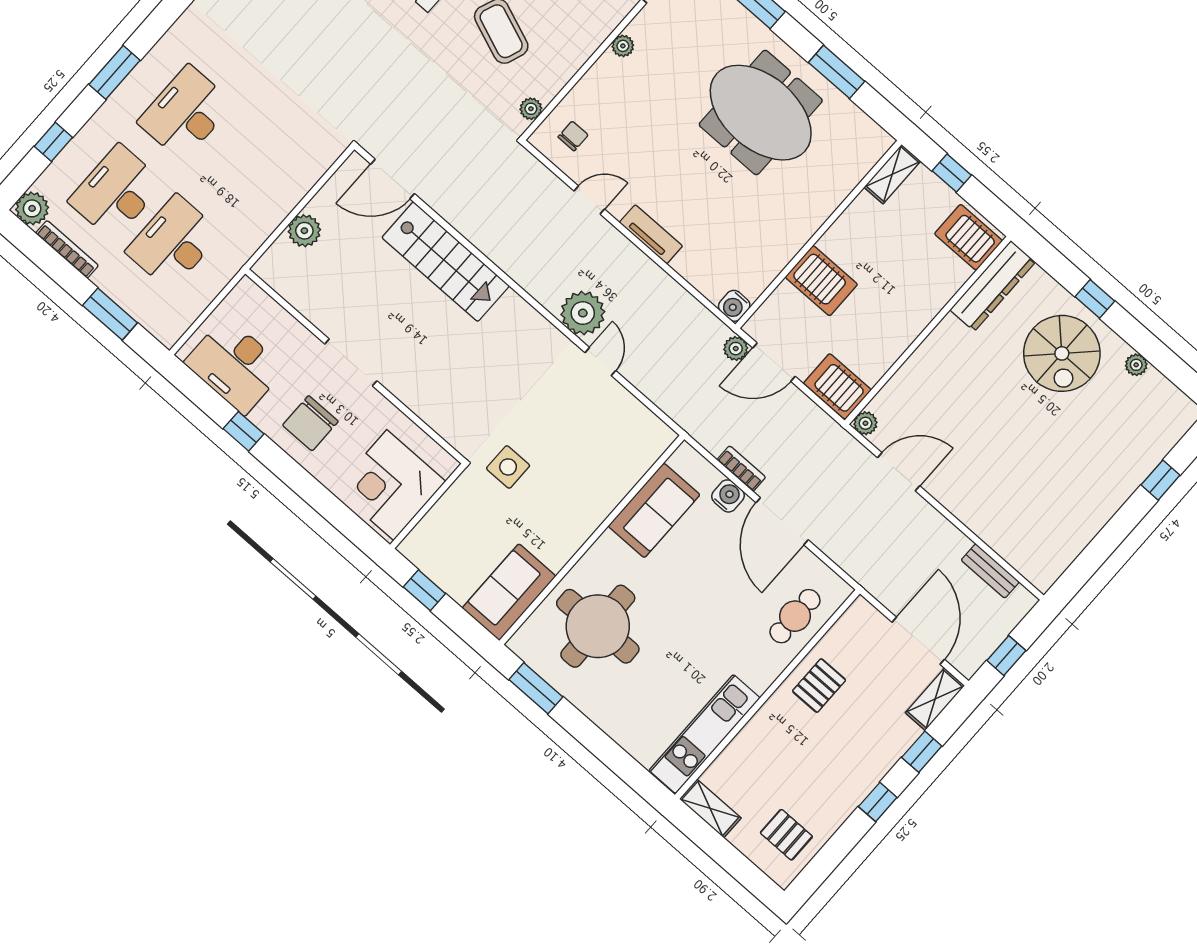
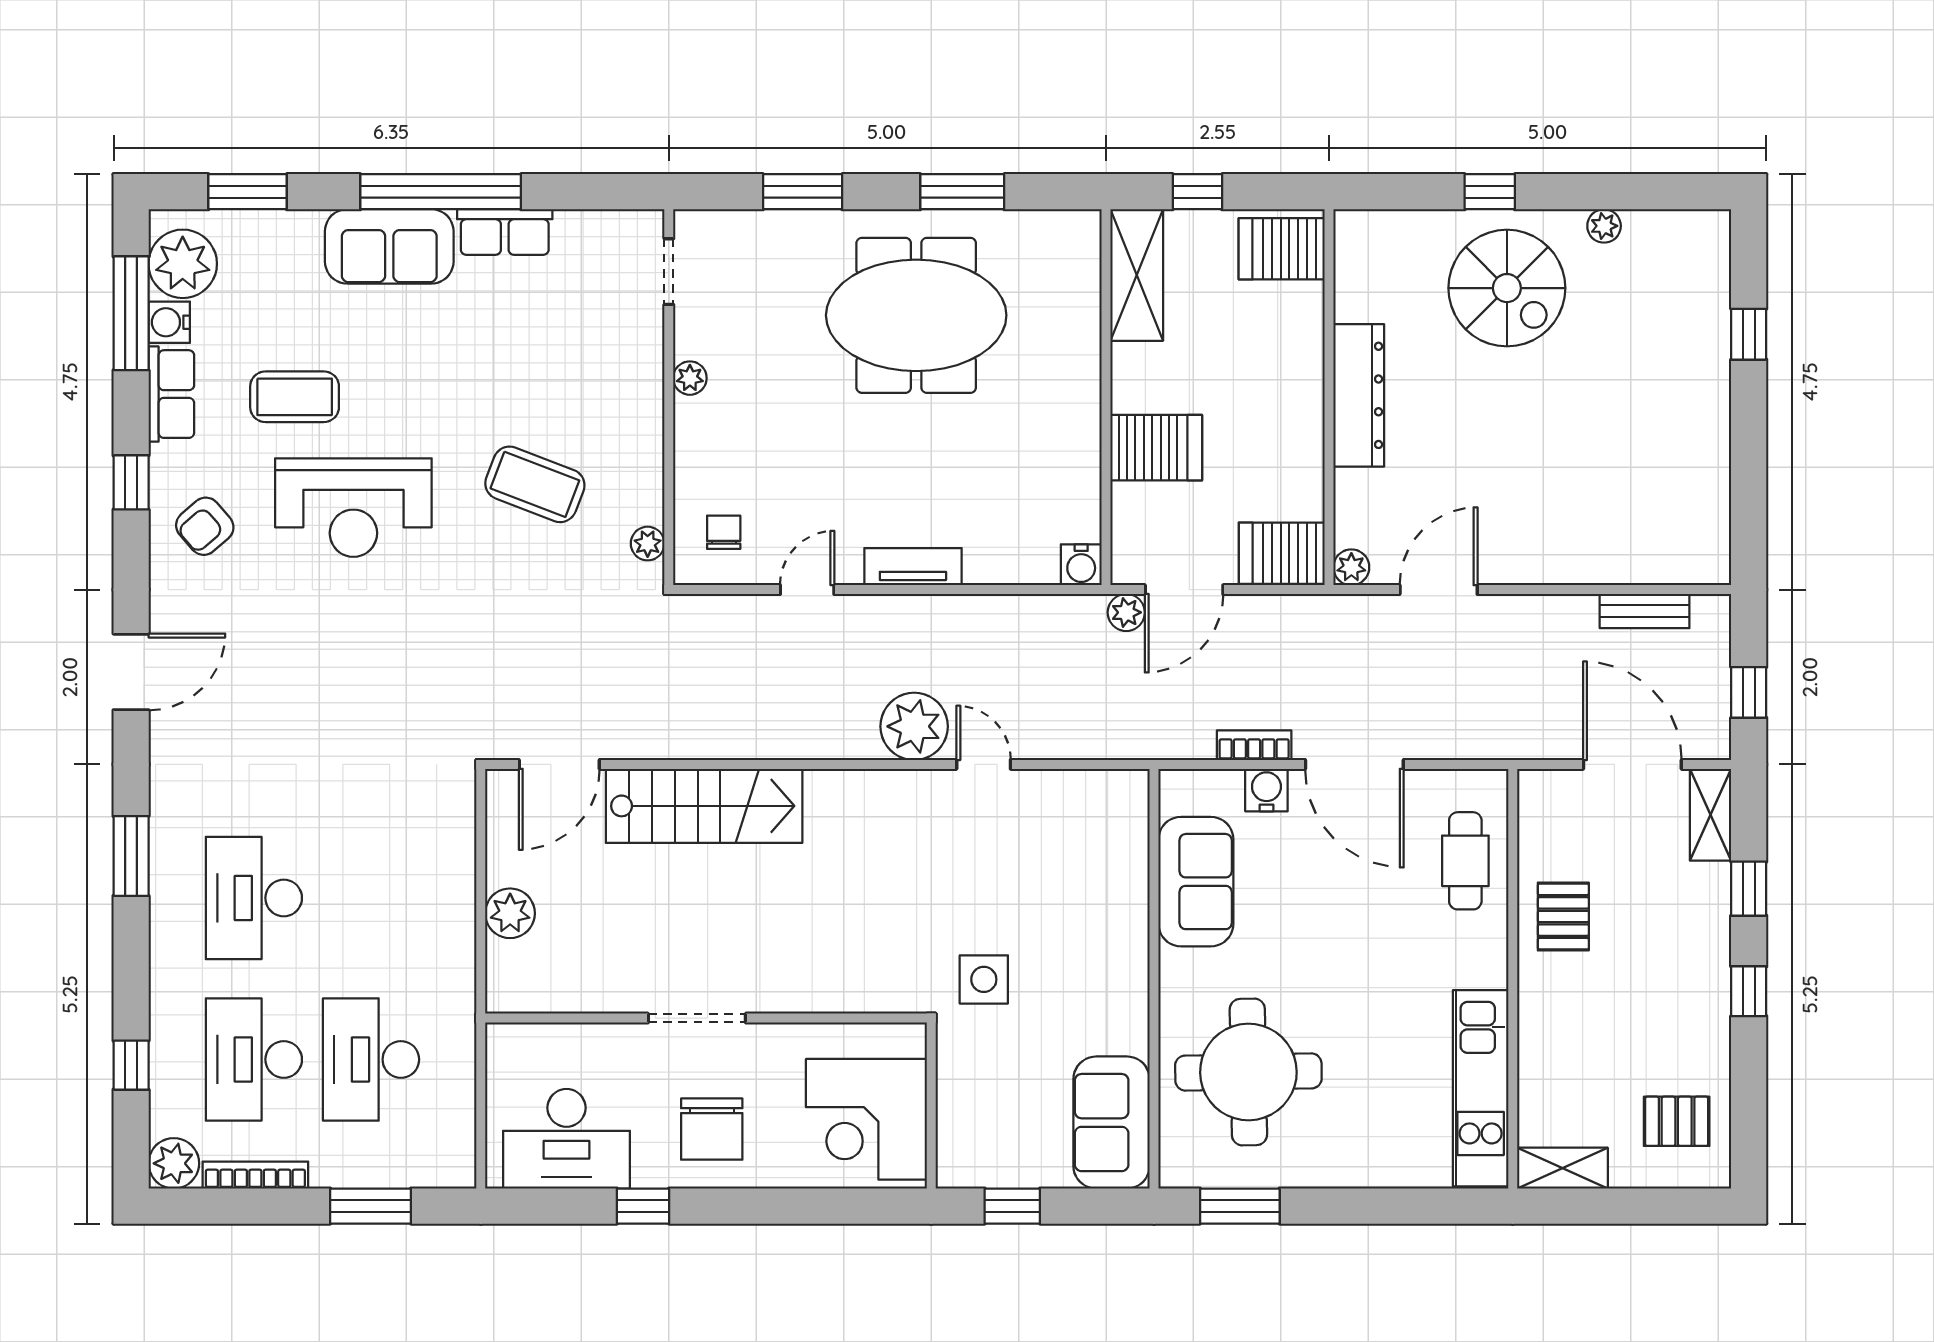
window: (115, 72) -> (131, 856), moved
shelving: (892, 174) -> (1137, 275), width x1.50, depth x1.33
dresser: (993, 286) -> (1359, 395), moved

